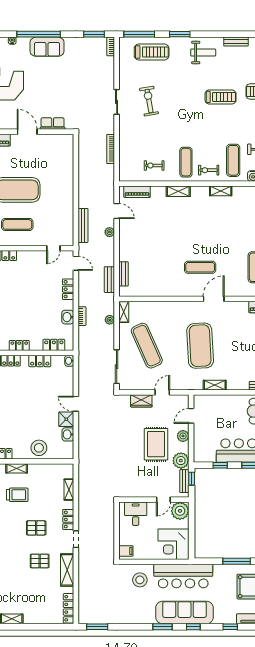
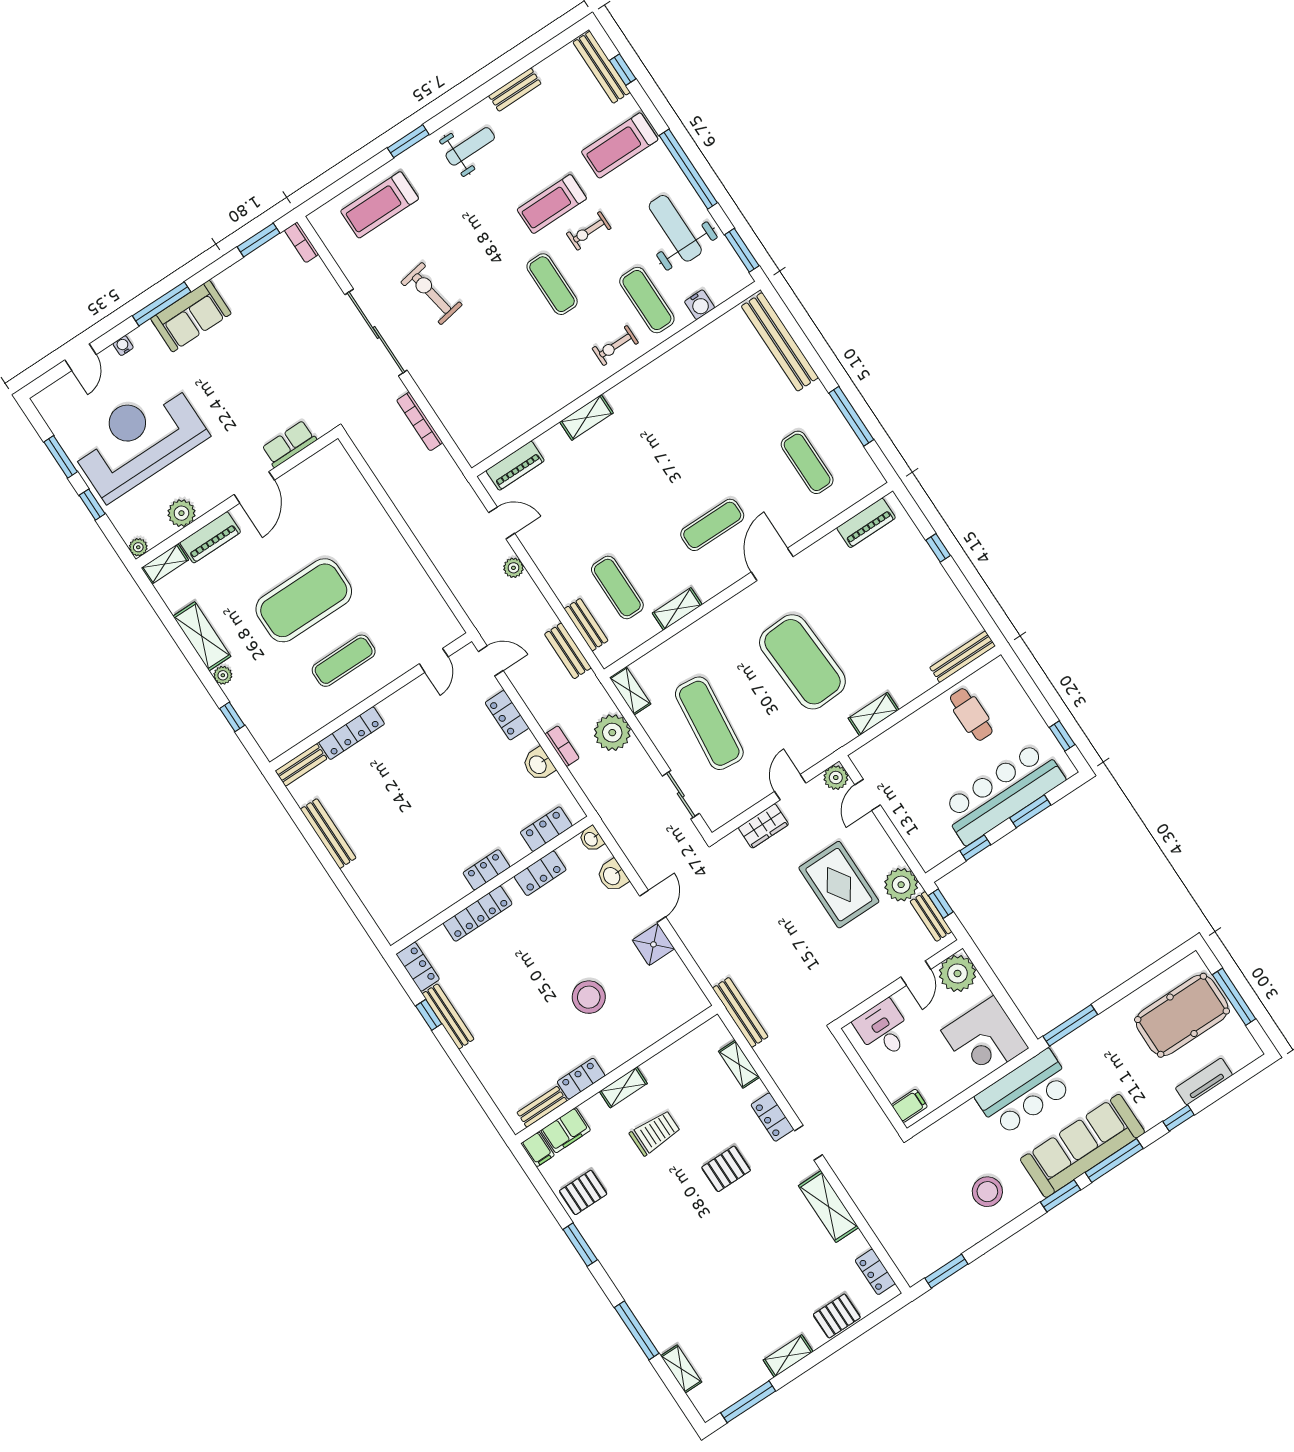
window: (39, 34) -> (162, 304), width x0.68
window: (139, 34) -> (338, 188), removed
treadmill: (152, 52) -> (380, 205), turned 180
treadmill: (221, 97) -> (552, 204), turned 180
sliding door: (117, 102) -> (376, 332), width x1.86
door: (27, 132) -> (254, 487), swing flipped
exercise mat: (186, 162) -> (552, 284), moved
exercise bike: (154, 165) -> (589, 231), moved
shelving: (221, 191) -> (677, 609), moved
bench: (83, 225) -> (740, 1012), moved
exercise mat: (146, 267) -> (617, 587), added
plant: (110, 320) -> (612, 733), width x1.87, depth x1.87
exercise mat: (147, 346) -> (709, 723), turned 30
sliding door: (117, 367) -> (681, 795), width x0.73
door: (76, 404) -> (653, 906), swing flipped
washbasin: (68, 434) -> (612, 876), moved
plant: (183, 436) -> (836, 778), moved
stool: (39, 448) -> (589, 997), moved
pallet: (40, 561) -> (837, 1316), moved
window: (237, 561) -> (1070, 1025), moved
bar counter: (183, 576) -> (1025, 1092), width x0.73
stool: (140, 580) -> (987, 1192), moved
locker: (69, 608) -> (875, 1272), width x0.66
window: (193, 627) -> (1114, 1161), width x2.17

